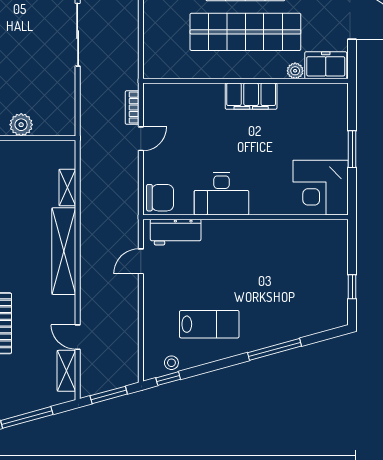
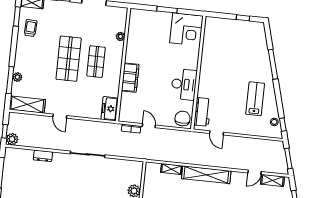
shop shelf: (245, 32) -> (96, 62), width x0.50, depth x0.74
freezer: (326, 65) -> (110, 109), moved
filing cabinet: (251, 96) -> (130, 78), moved

